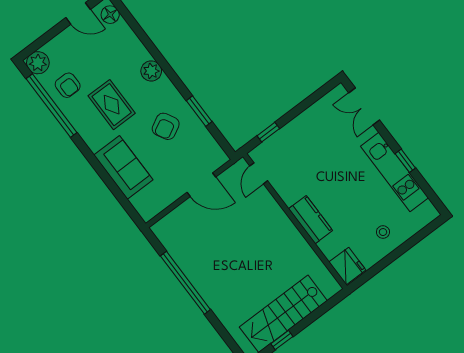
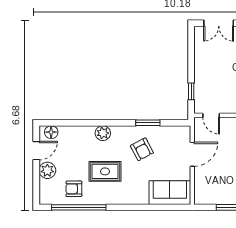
plant: (38, 63) -> (47, 170), moved
armchair: (68, 85) -> (74, 189), turned 180
sofa: (123, 167) -> (170, 193), moved

